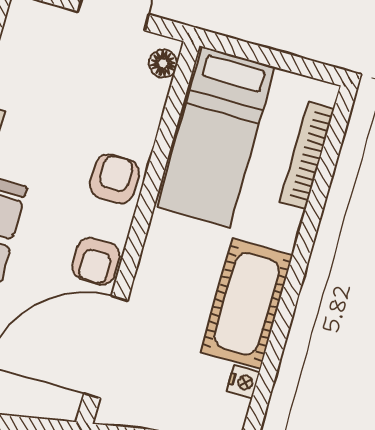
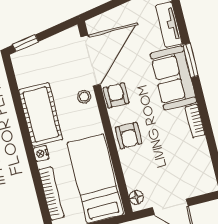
stool: (153, 291) -> (84, 97), added
nightstand: (243, 382) -> (41, 153), moved

